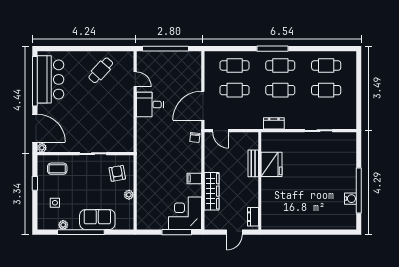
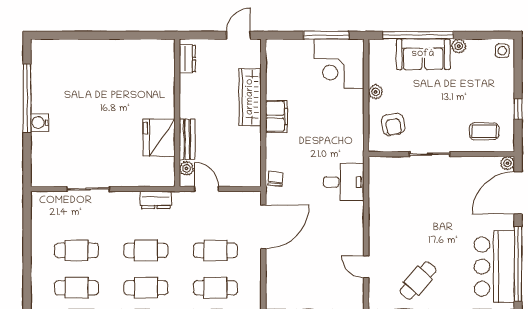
desk: (150, 104) -> (344, 182), moved
door: (35, 128) -> (518, 193), hinge flipped
door: (221, 131) -> (206, 189), moved
plant: (254, 144) -> (187, 168), added
filing cabinet: (194, 178) -> (276, 117), width x2.00
water cooler: (351, 199) -> (40, 123), moved
side table: (55, 203) -> (502, 51), moved
corner desk: (185, 213) -> (339, 64), moved, turned 90
plant: (63, 225) -> (459, 46), moved
window: (81, 232) -> (418, 35), moved
window: (177, 232) -> (326, 35), moved
door: (234, 232) -> (238, 35), moved

